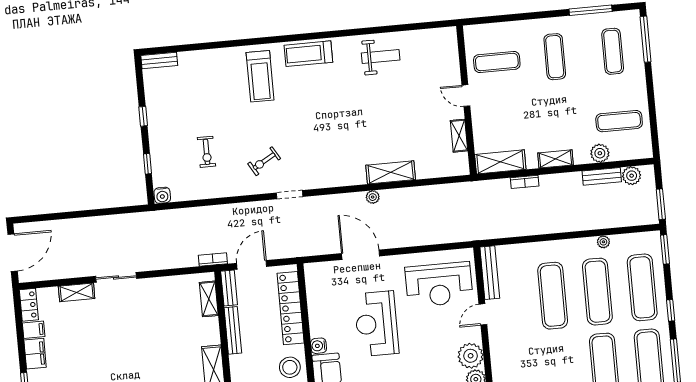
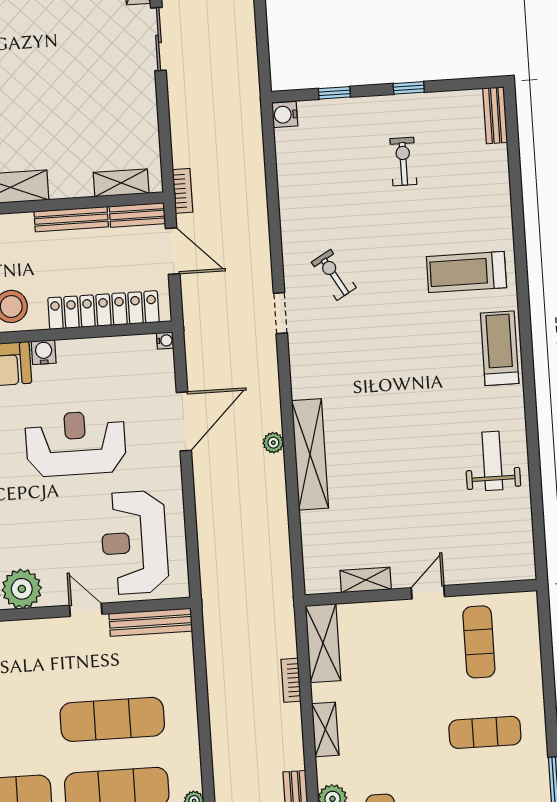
weight bench: (381, 56) -> (492, 461), turned 180
exercise bike: (207, 152) -> (403, 161), moved, turned 90
shelving: (391, 172) -> (310, 454), width x1.47
water cooler: (309, 268) -> (165, 340), added

